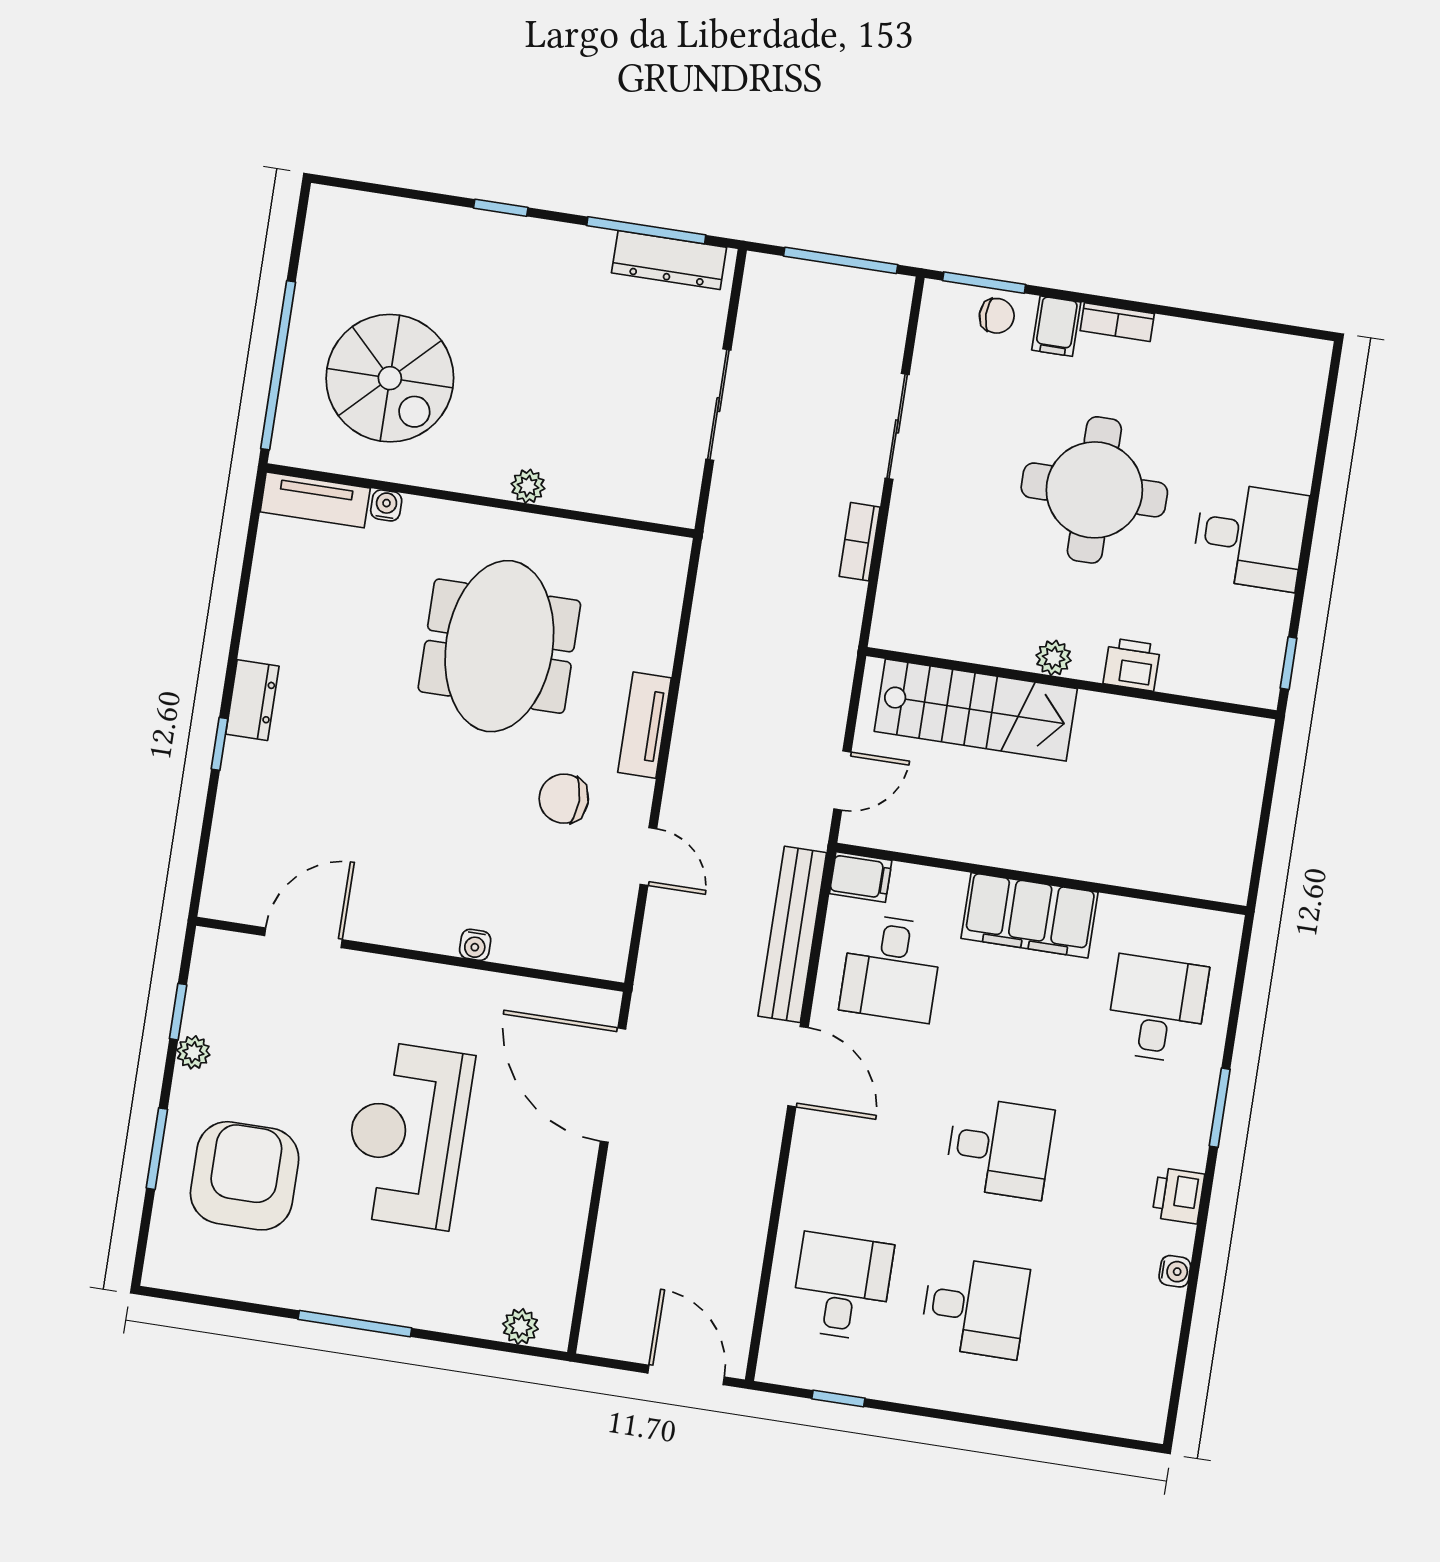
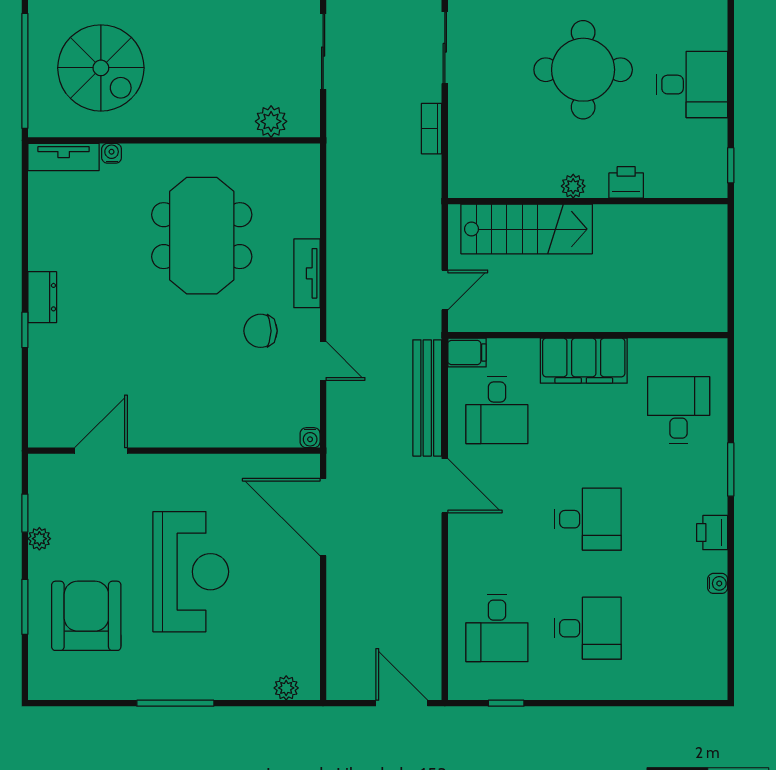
plant: (528, 486) -> (271, 121), moved, width x1.38, depth x1.38
water cooler: (475, 945) -> (310, 438), moved
reception desk: (407, 1135) -> (191, 572), turned 180
desk: (842, 1287) -> (497, 628), turned 180

